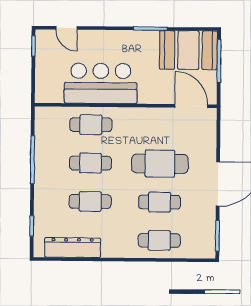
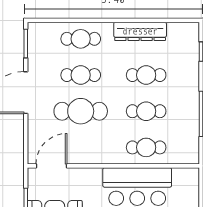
door: (191, 106) -> (52, 166), swing flipped
dresser: (73, 248) -> (140, 31), moved

